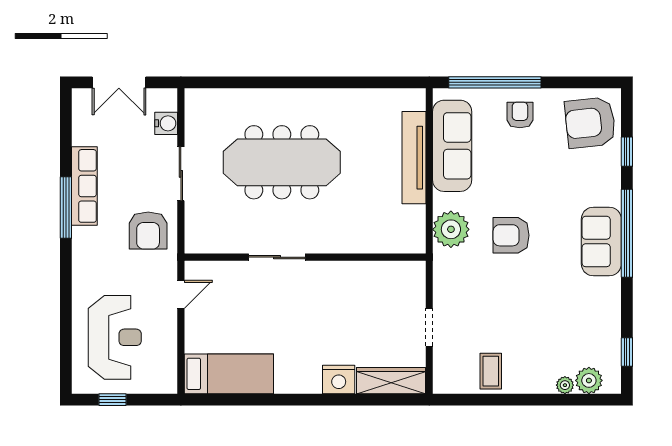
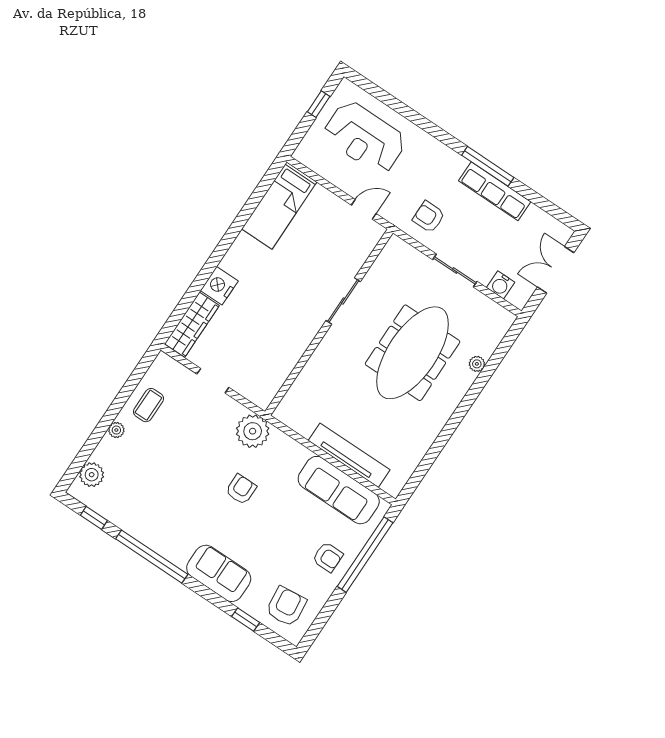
plant: (253, 97) -> (477, 364), added
armchair: (590, 123) -> (286, 606), width x0.73, depth x0.73
plant: (451, 229) -> (253, 431), moved
armchair: (148, 230) -> (429, 217), width x0.72, depth x0.72
window: (627, 233) -> (152, 557), moved
armchair: (511, 235) -> (241, 489), width x0.72, depth x0.72
sofa: (601, 241) -> (219, 573), moved
door: (181, 294) -> (364, 209), swing flipped
coffee table: (491, 371) -> (148, 405), turned 90
plant: (565, 385) -> (116, 430), moved

